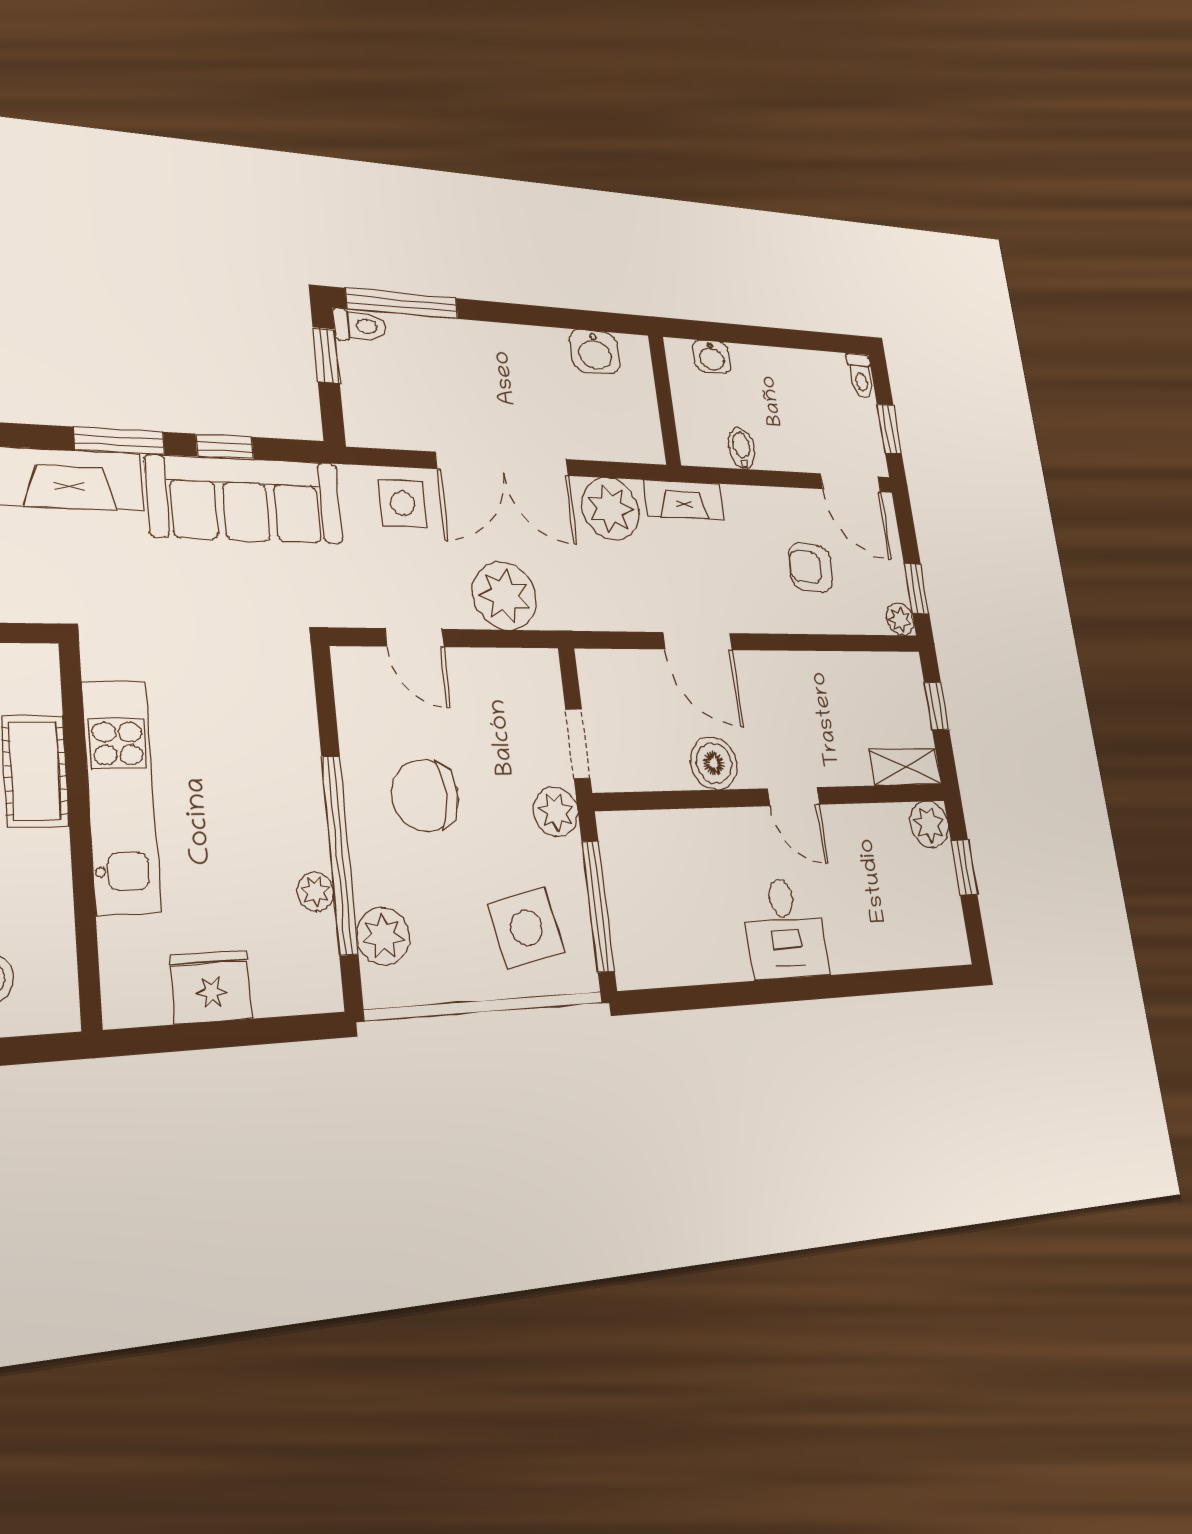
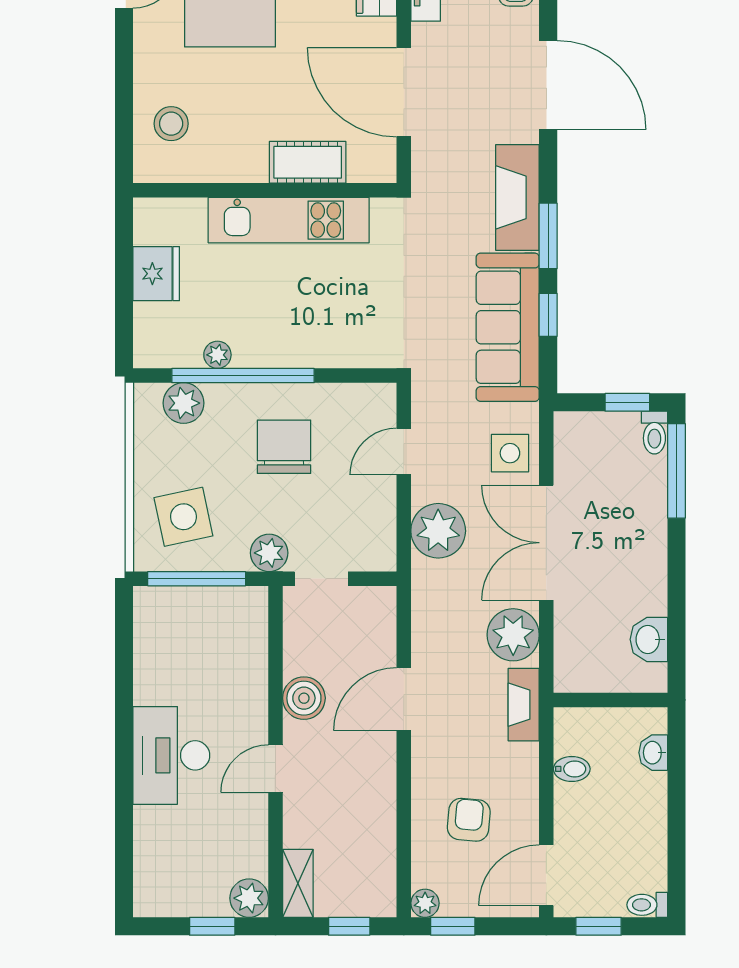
desk: (785, 928) -> (171, 755), width x1.37

